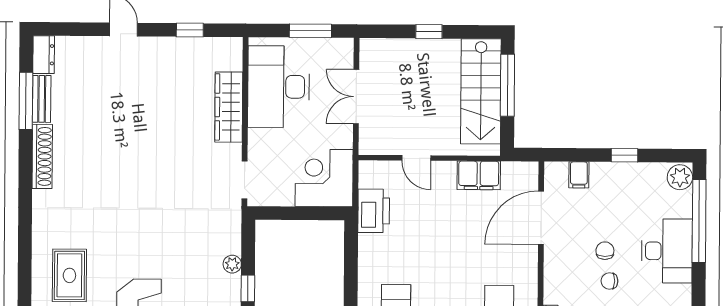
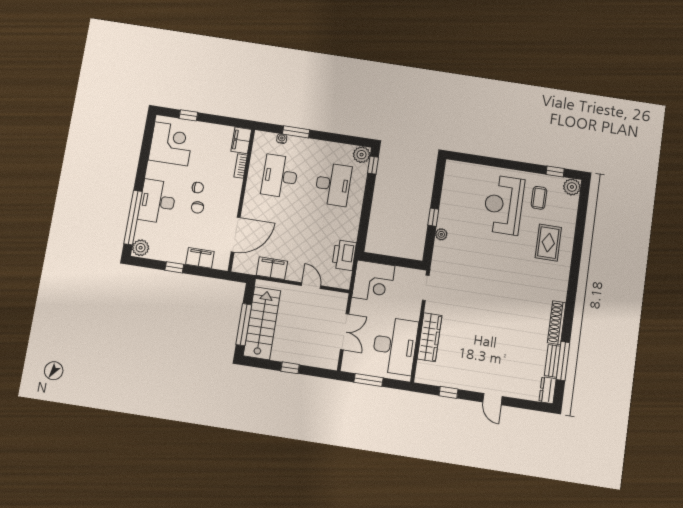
filing cabinet: (579, 175) -> (200, 258), width x2.00

